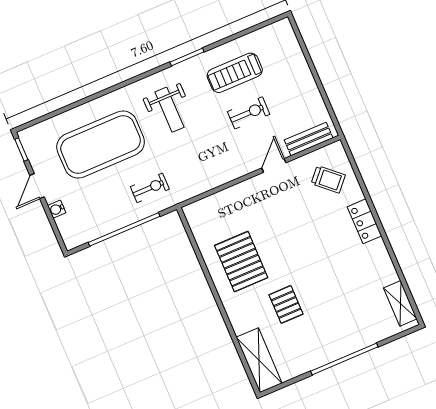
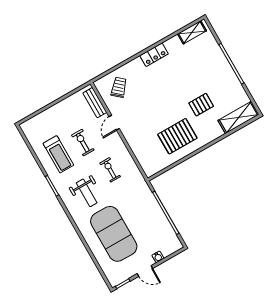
weight bench: (169, 110) -> (87, 193), turned 90
door: (274, 165) -> (114, 123), hinge flipped
exercise bike: (150, 188) -> (110, 170), moved
locker: (364, 221) -> (154, 55), moved

